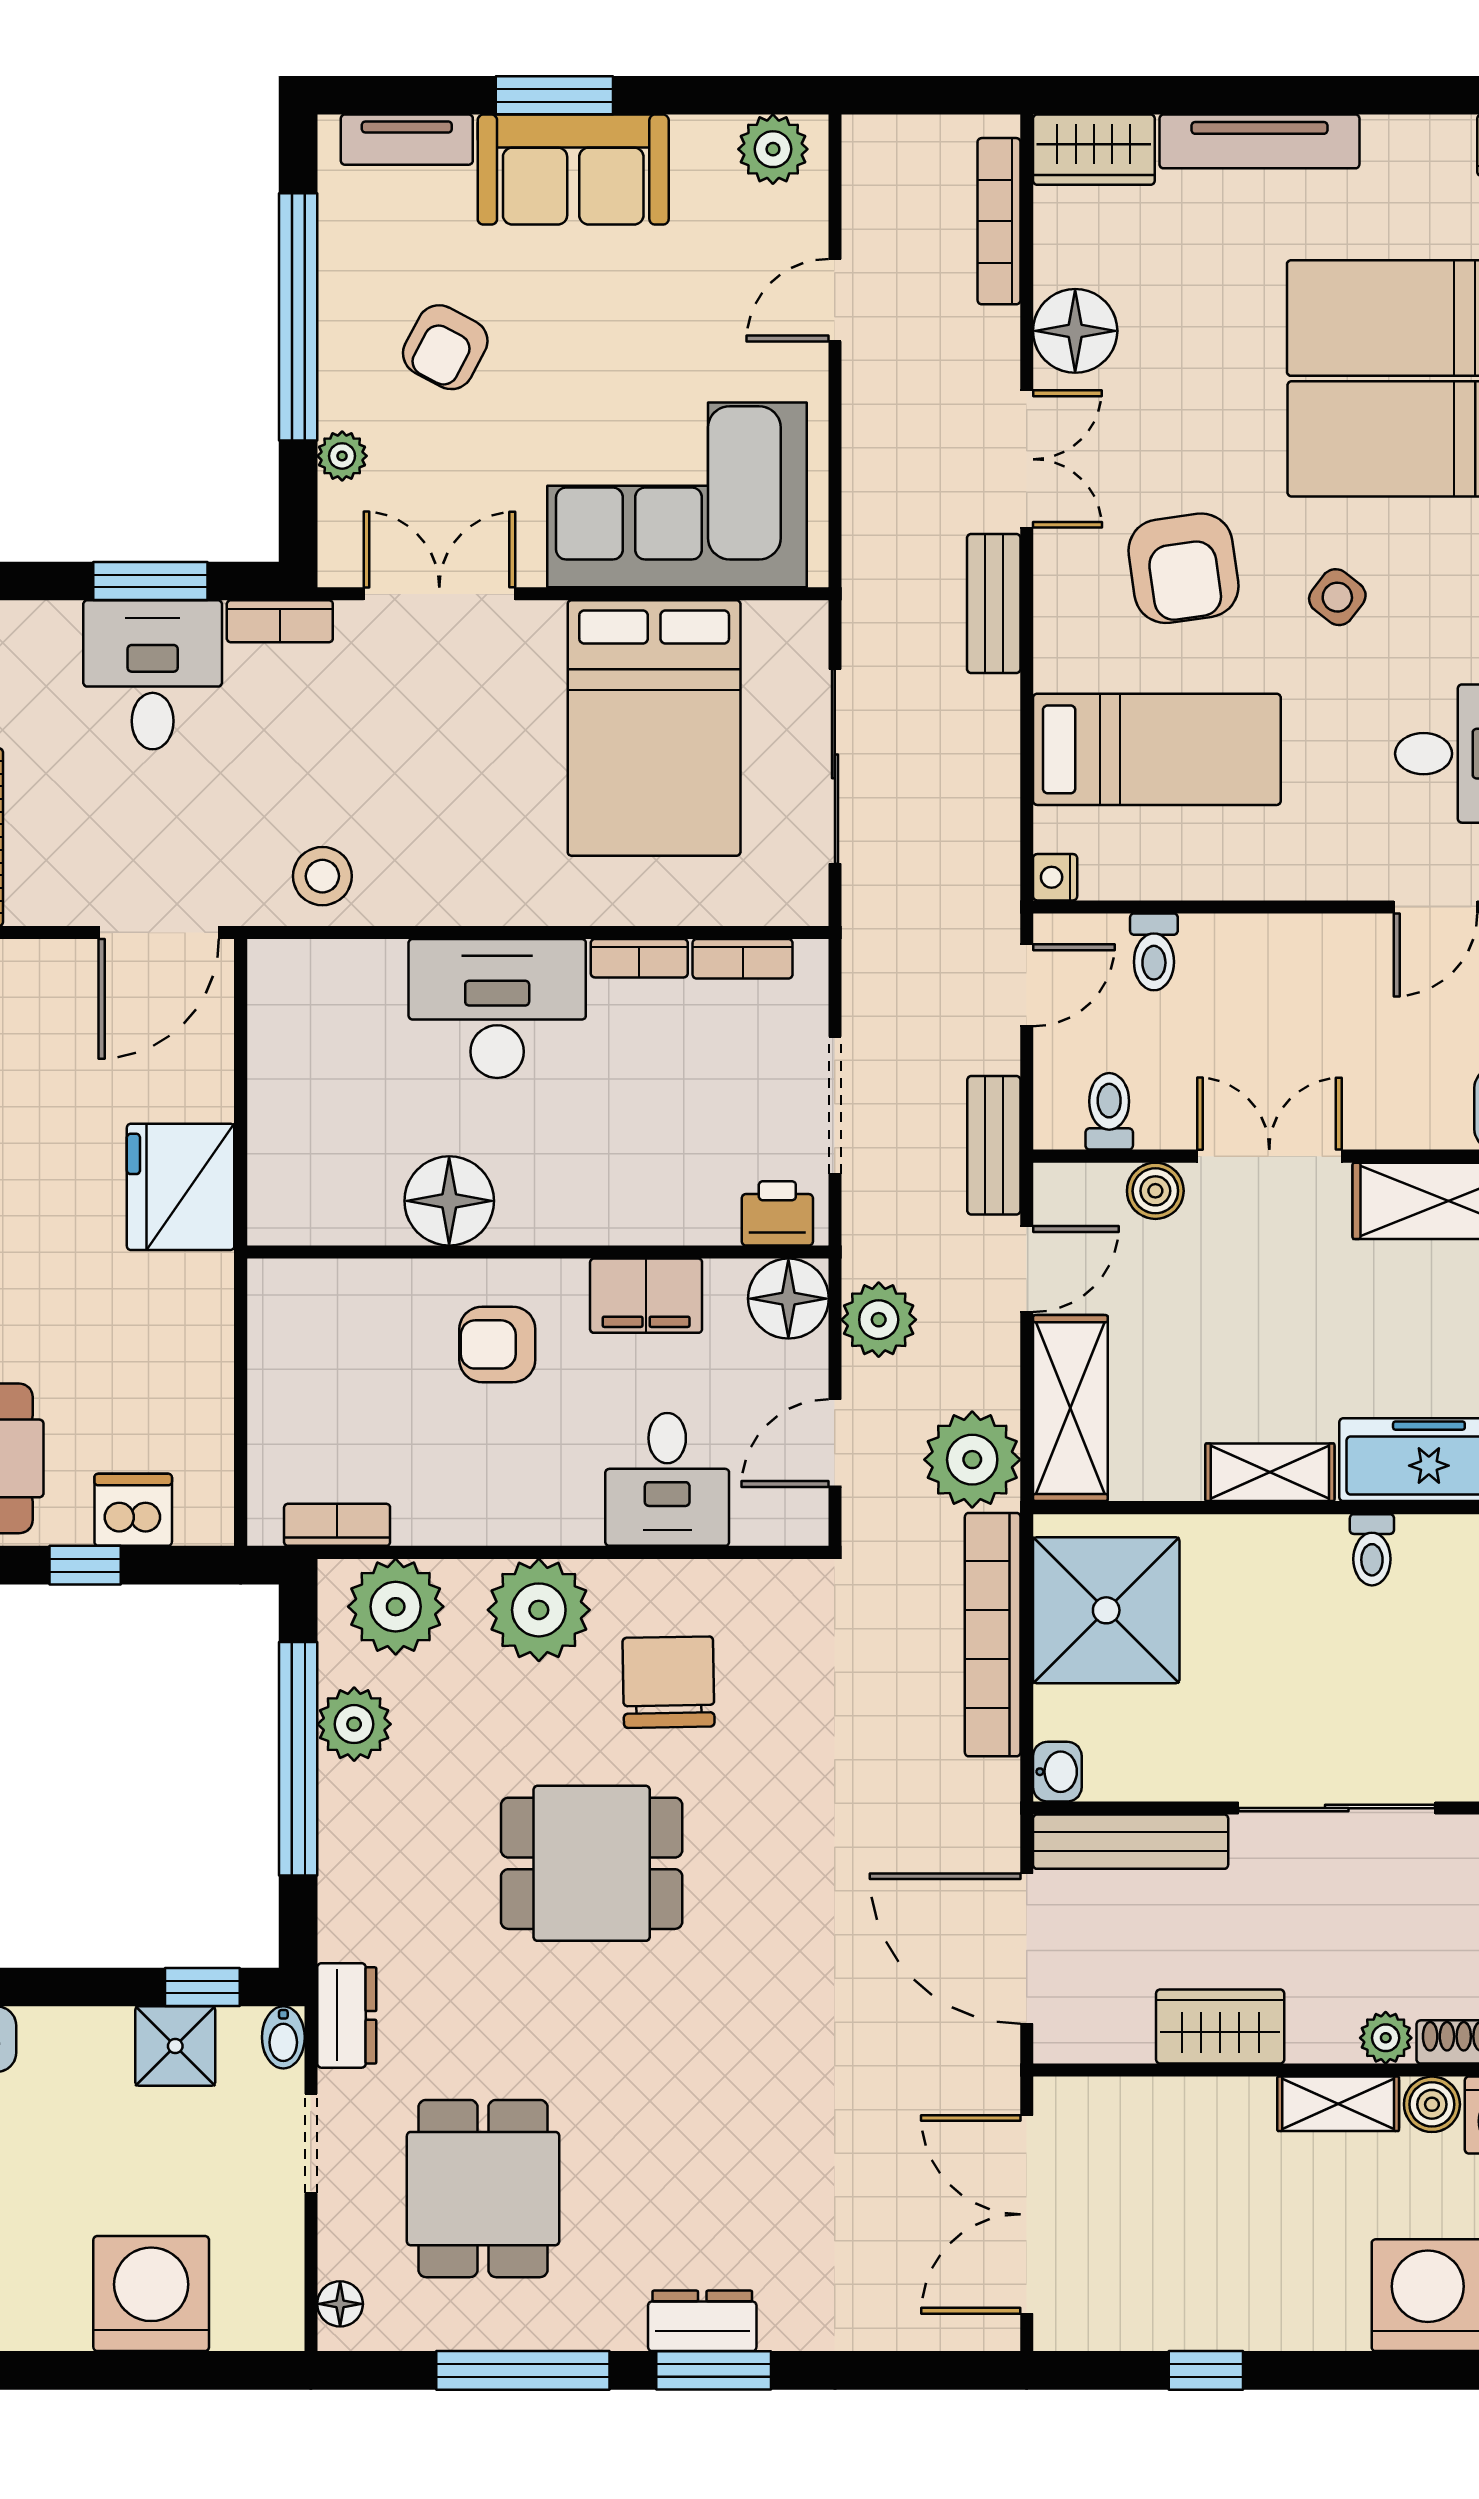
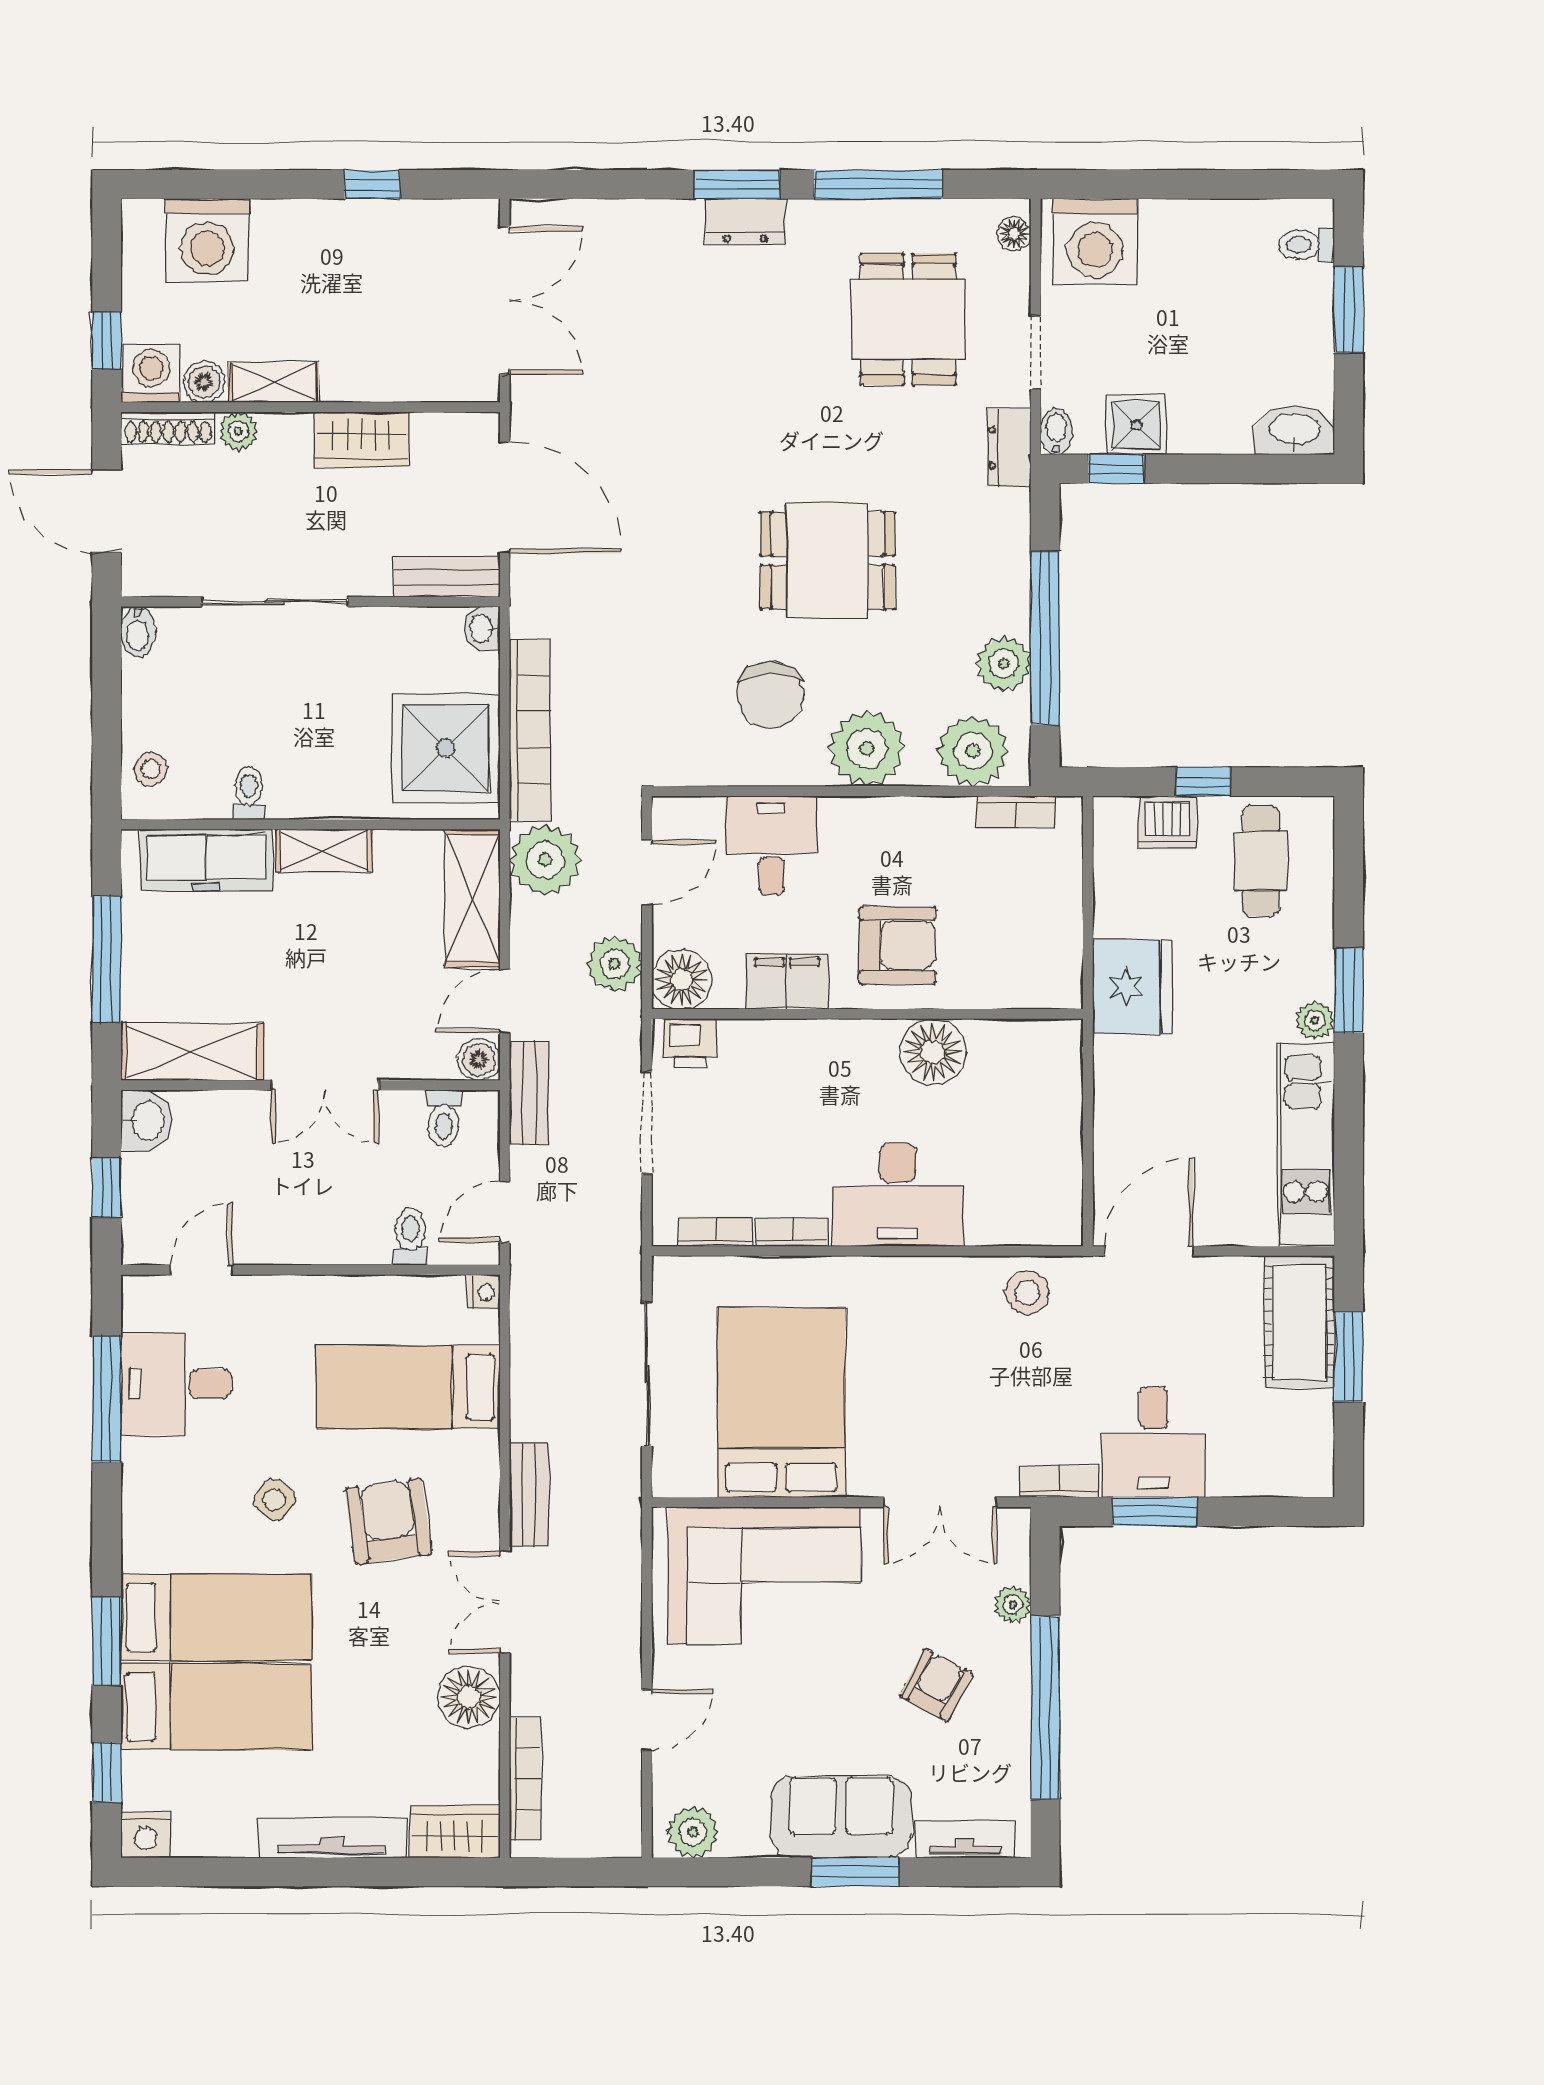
fridge: (181, 1187) -> (1132, 987), moved
boiler: (1155, 1191) -> (479, 1059), moved
armchair: (497, 1344) -> (897, 945), width x1.38, depth x1.38
bench: (1131, 1842) -> (447, 577), width x0.73
washing machine: (151, 2294) -> (1095, 241), moved

